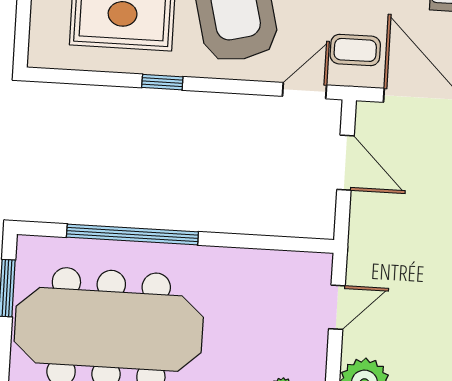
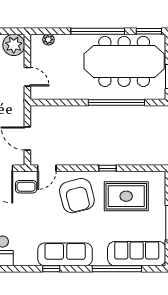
door: (337, 307) -> (27, 77), swing flipped

